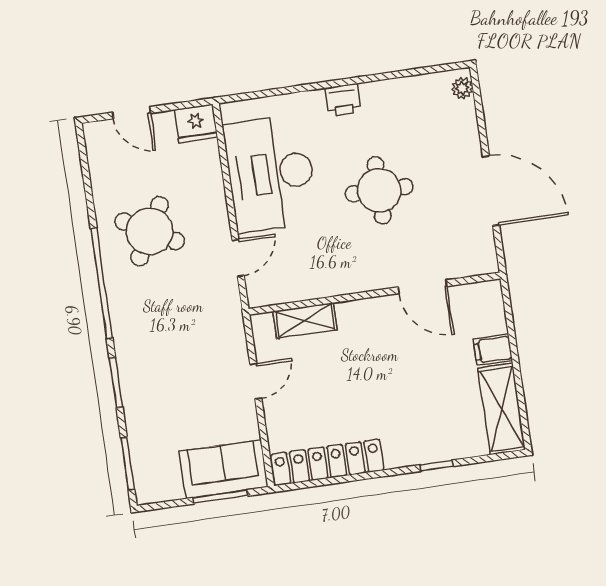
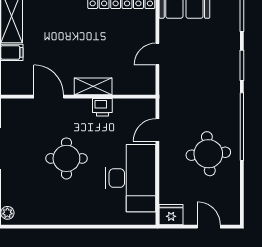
printer: (343, 100) -> (102, 107), moved, turned 180
round table: (150, 231) -> (208, 154), turned -34
shelving: (305, 321) -> (93, 86), moved

